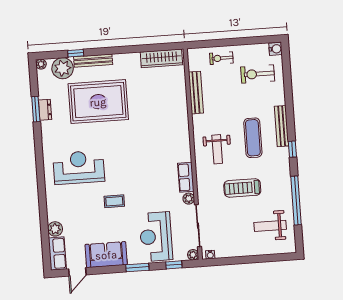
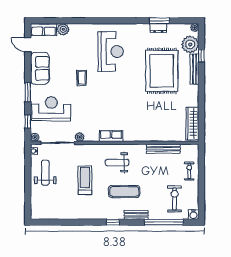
bench: (282, 126) -> (136, 215), width x0.73
row of seats: (186, 177) -> (111, 136), moved
window: (296, 201) -> (164, 222), moved
weight bench: (270, 226) -> (45, 173), moved

